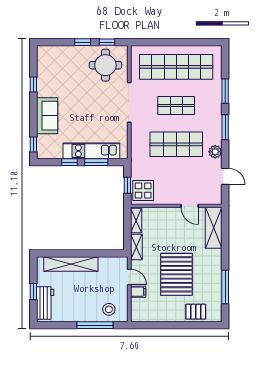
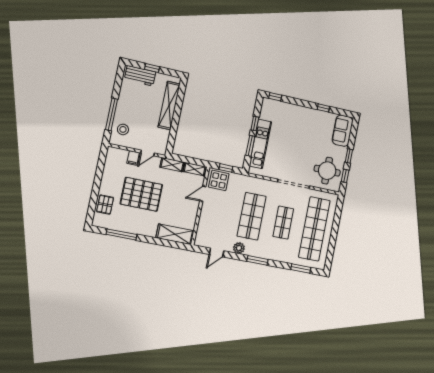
window: (225, 91) -> (301, 269), moved
sofa: (47, 116) -> (343, 131), moved, turned 90
door: (190, 206) -> (203, 194), moved

